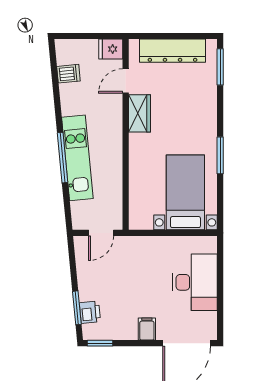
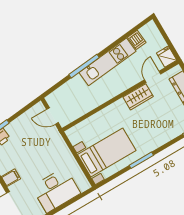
door: (126, 81) -> (153, 77), hinge flipped
kitchen unit: (77, 158) -> (108, 62), moved

